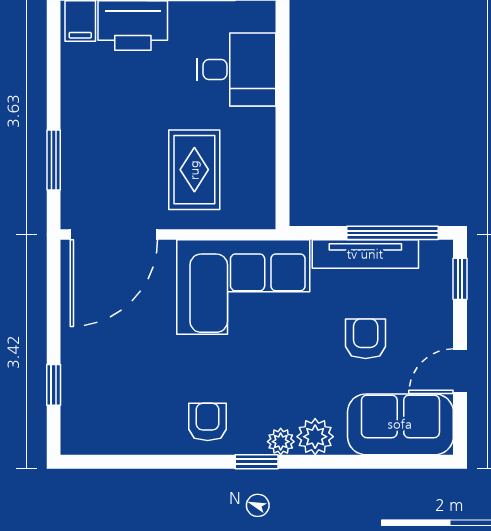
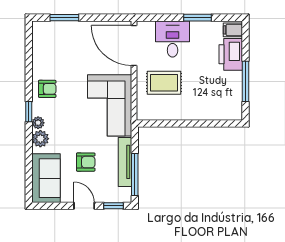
desk: (236, 69) -> (173, 39), moved, turned 180
window: (54, 160) -> (197, 18), moved
door: (460, 371) -> (84, 206), moved
window: (54, 385) -> (64, 18), width x1.50

